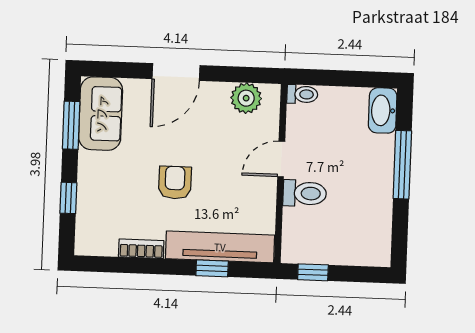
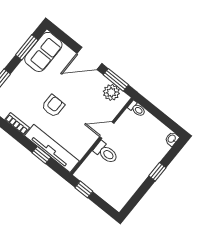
window: (239, 74) -> (116, 80), added
washbasin: (383, 110) -> (172, 139), width x0.52, depth x0.69
window: (402, 165) -> (157, 172), width x0.46

